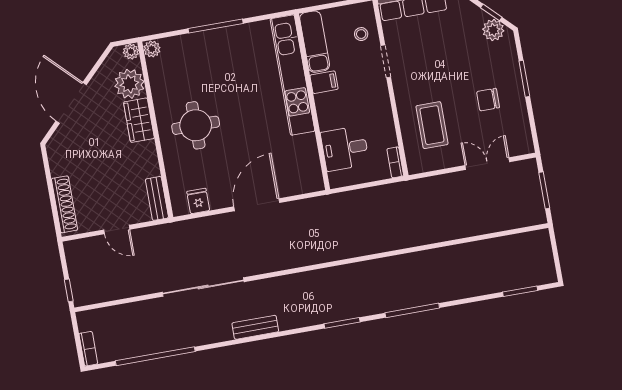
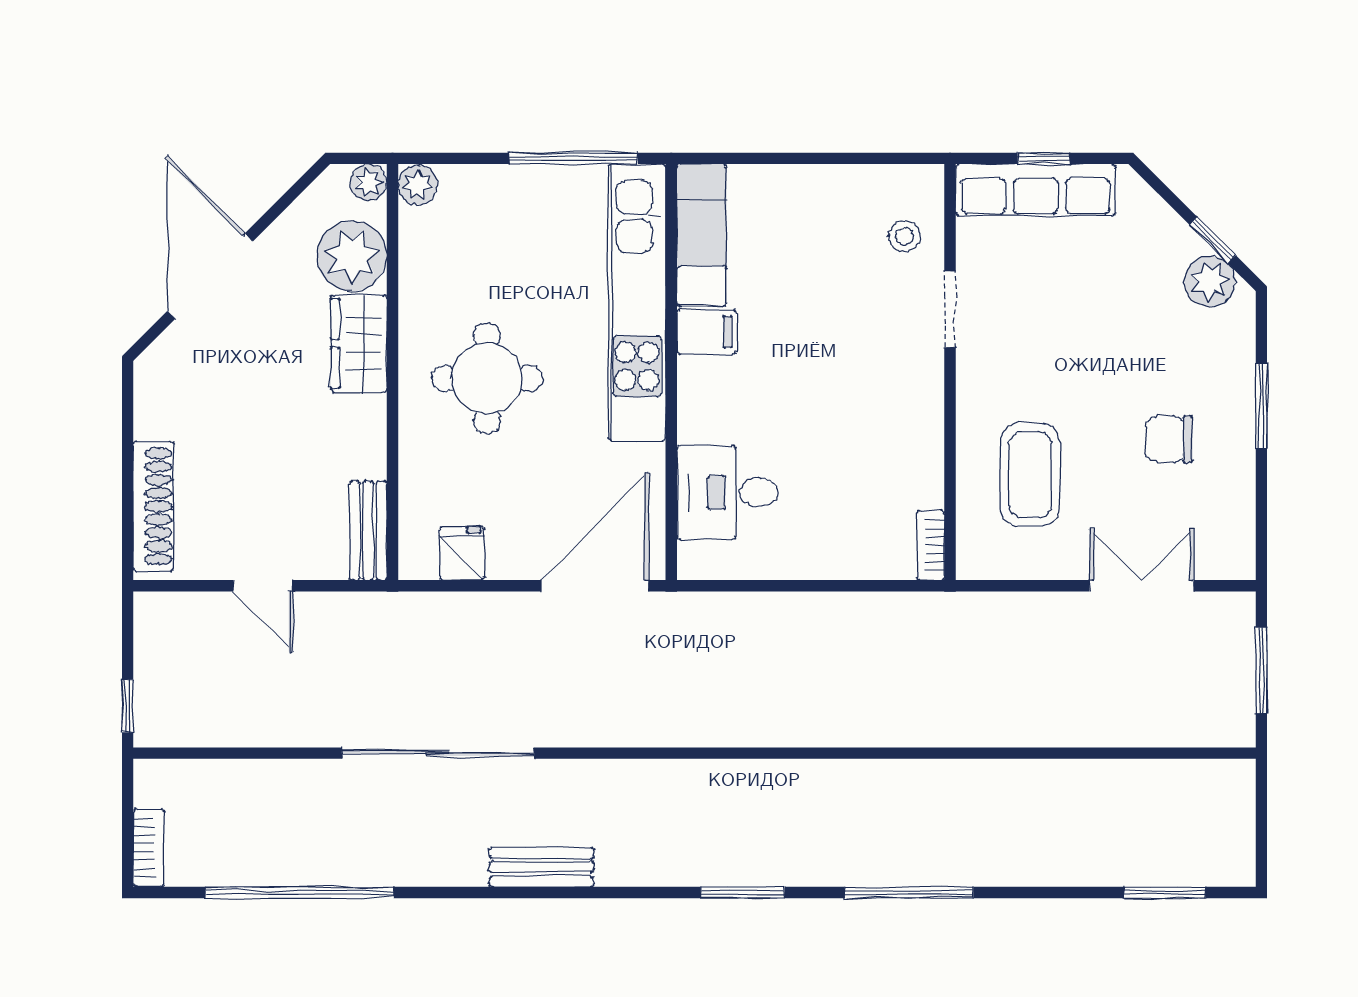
exam couch: (315, 42) -> (702, 235), moved
kitchen unit: (292, 75) -> (637, 302), moved
filing cabinet: (324, 82) -> (707, 332), moved
wall: (312, 102) -> (671, 372), moved
desk: (345, 148) -> (727, 492), moved

